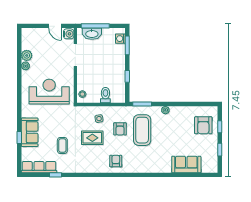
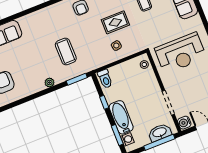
bathtub: (118, 59) -> (121, 117), added
toilet: (105, 95) -> (105, 79), moved
armchair: (120, 129) -> (90, 43), removed
coffee table: (142, 130) -> (66, 52), width x0.73, depth x0.76

